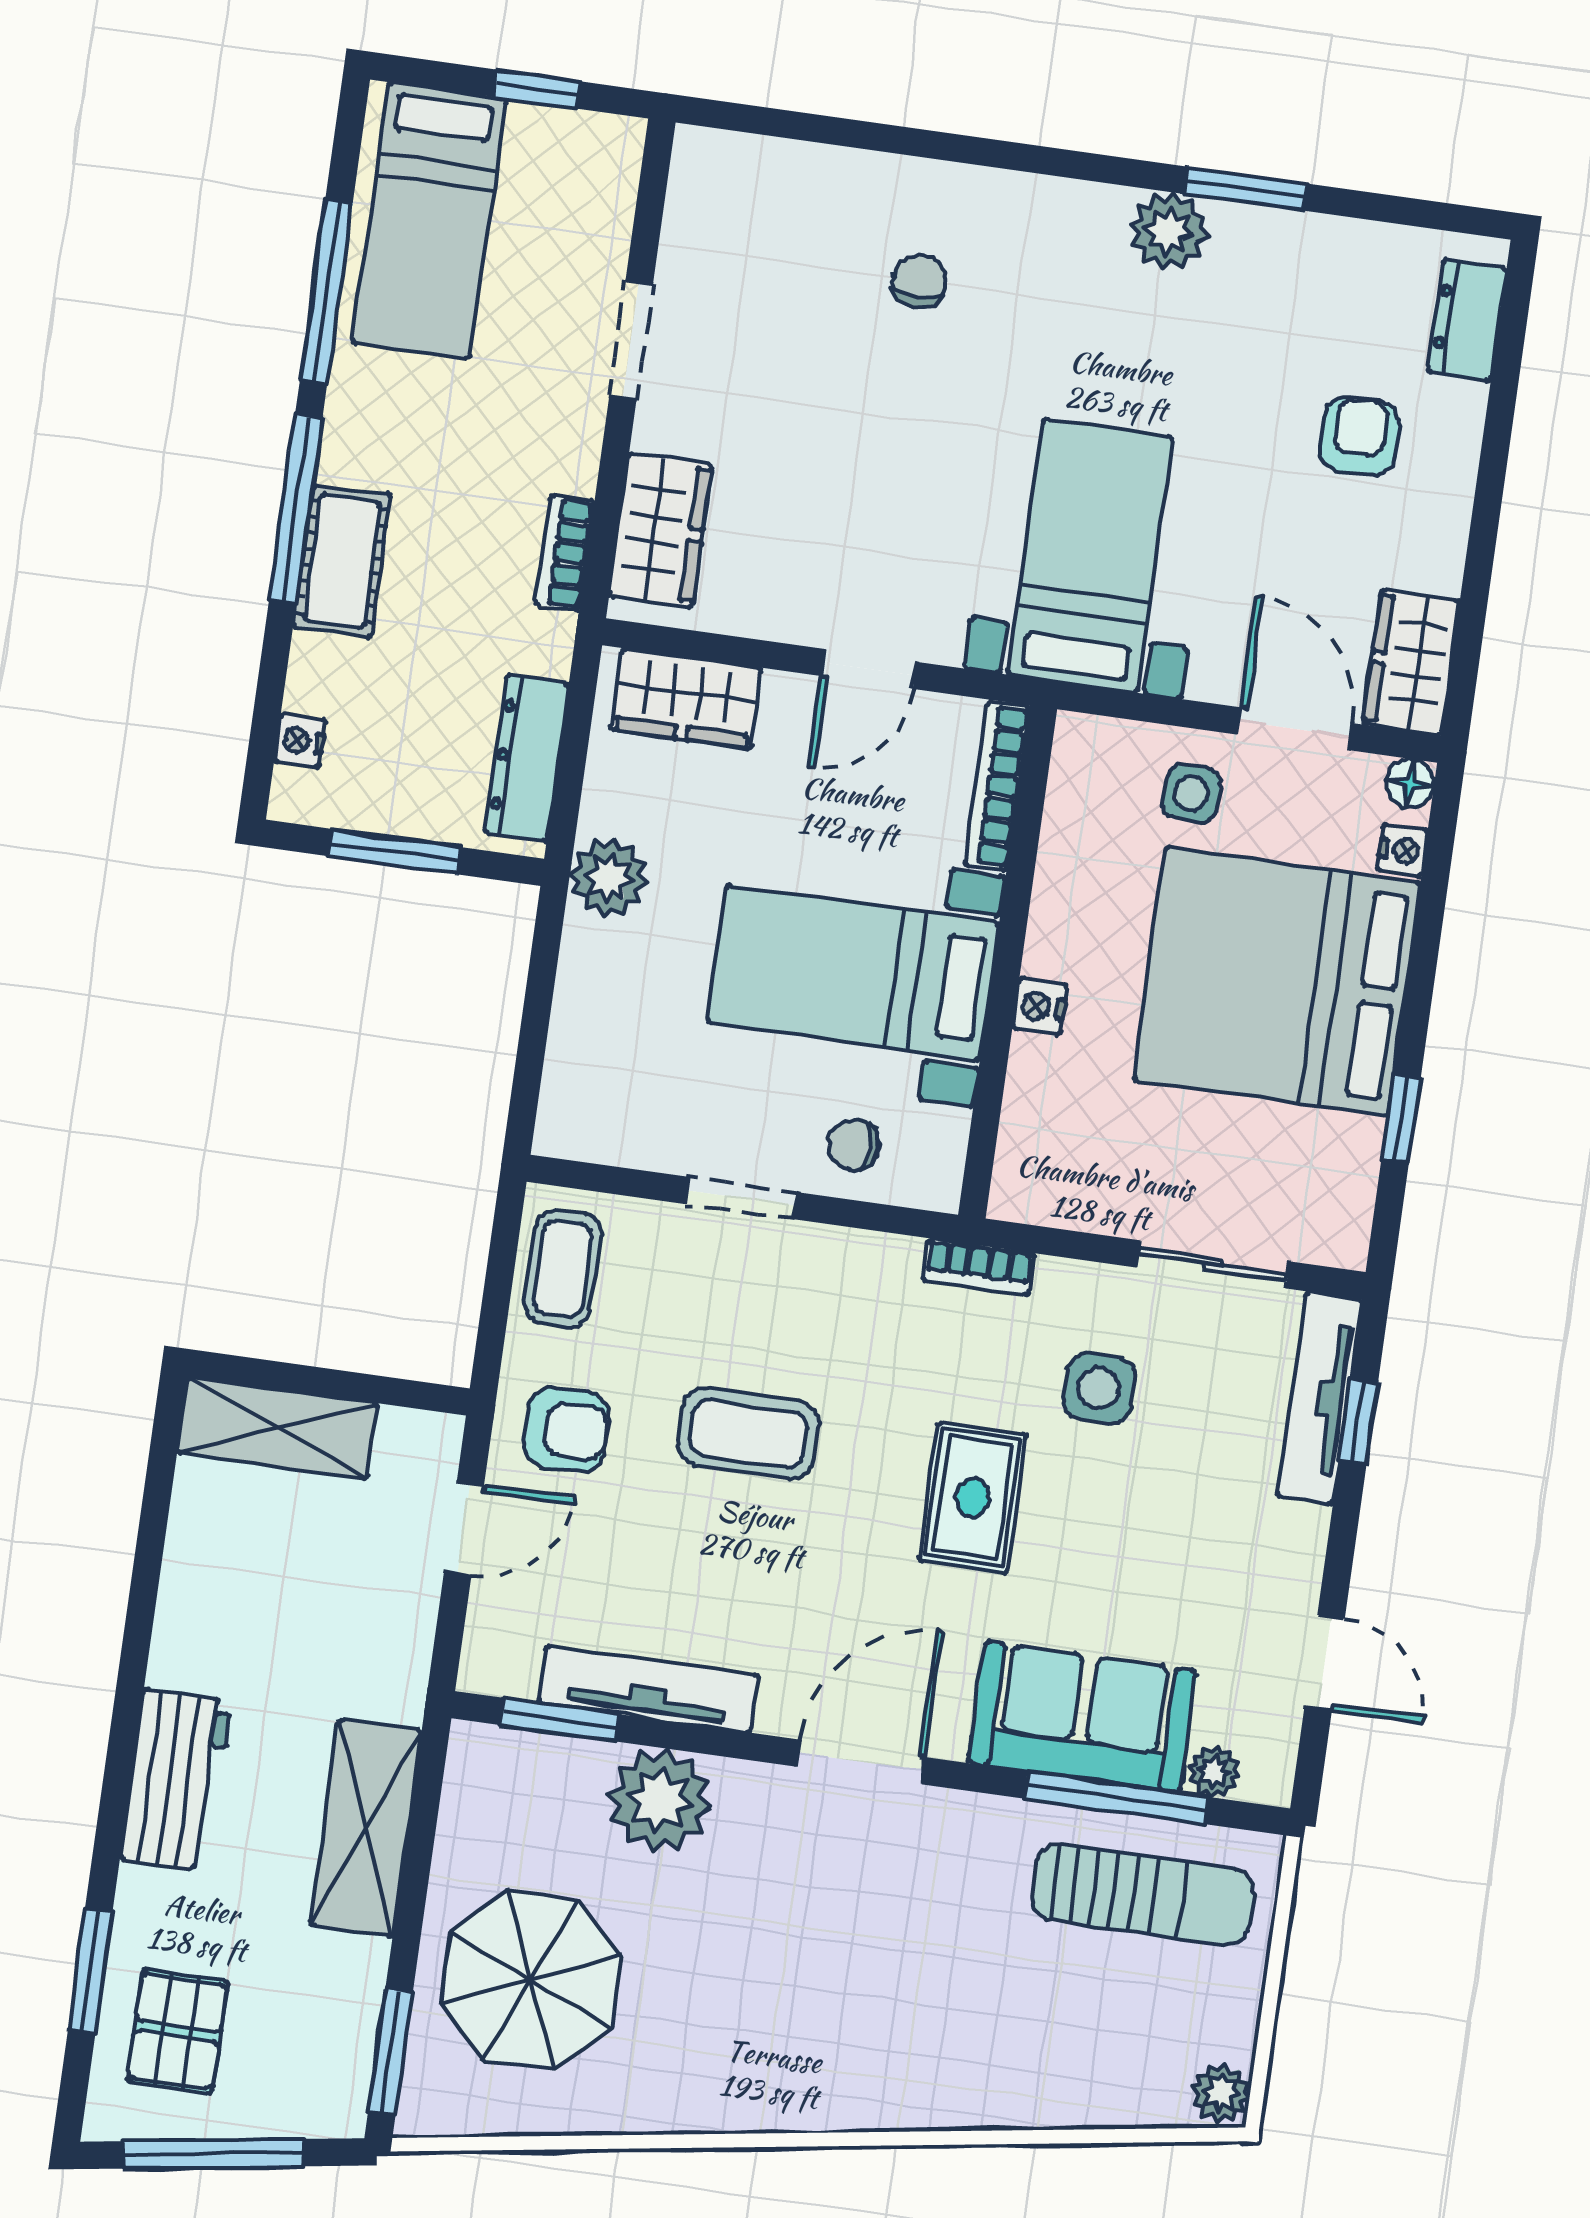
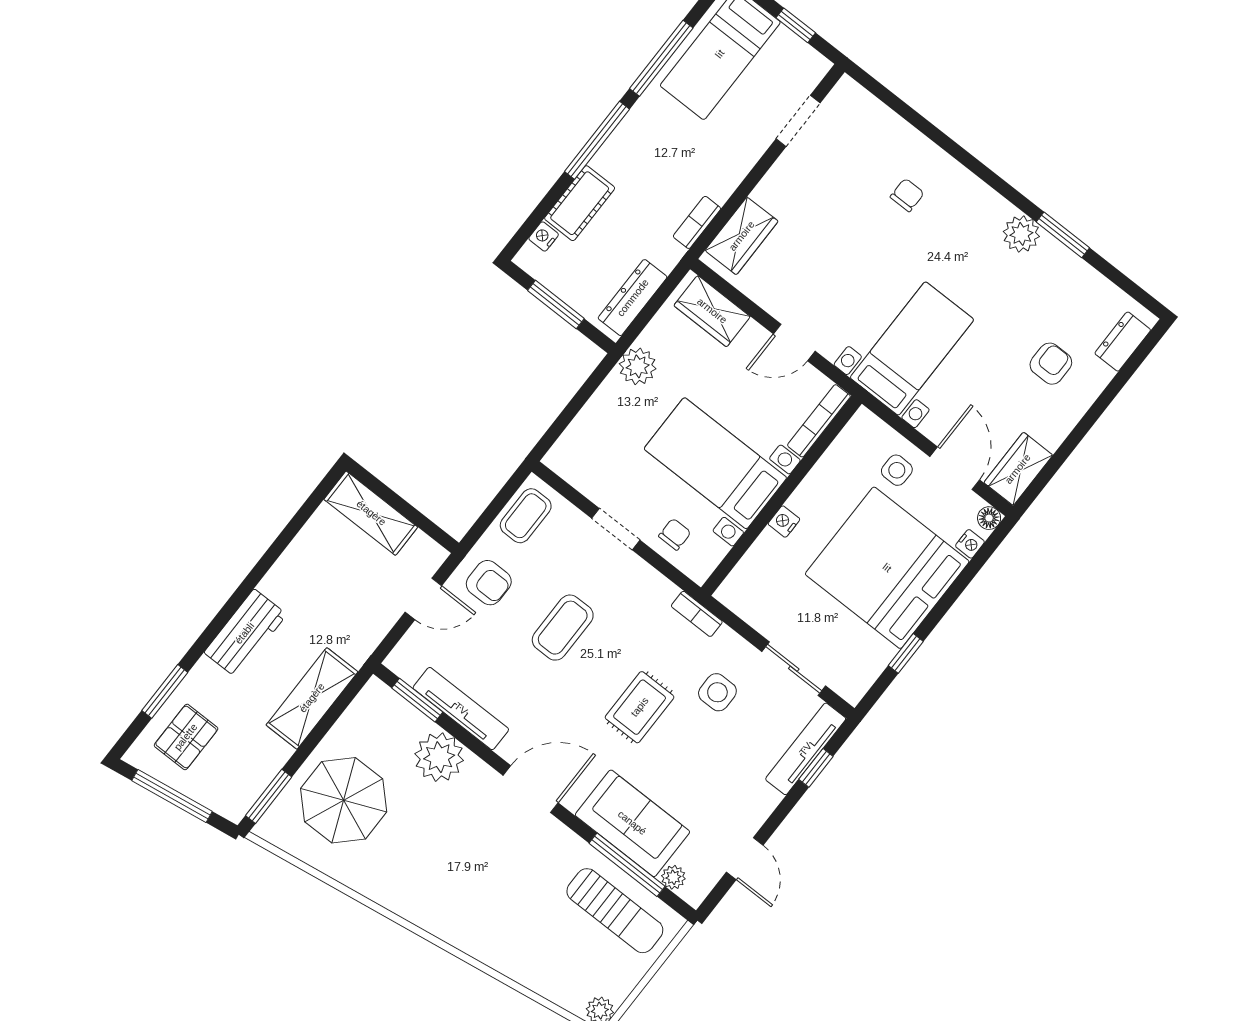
doorway: (631, 340) -> (798, 121), moved
cot: (342, 561) -> (580, 203), moved
chair: (854, 1145) -> (675, 534), turned 90
coffee table: (748, 1434) -> (563, 628), turned 90

